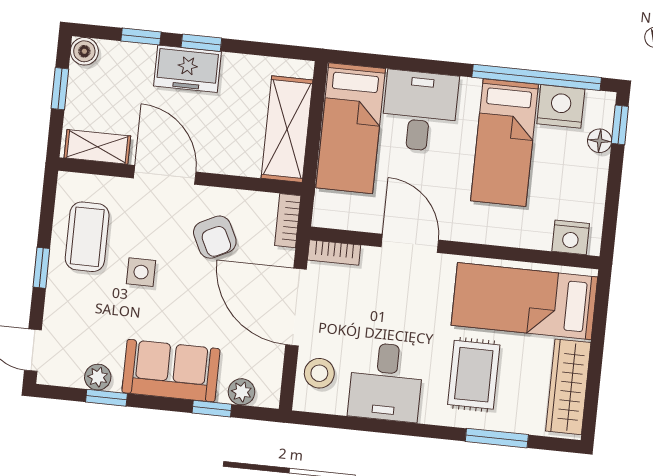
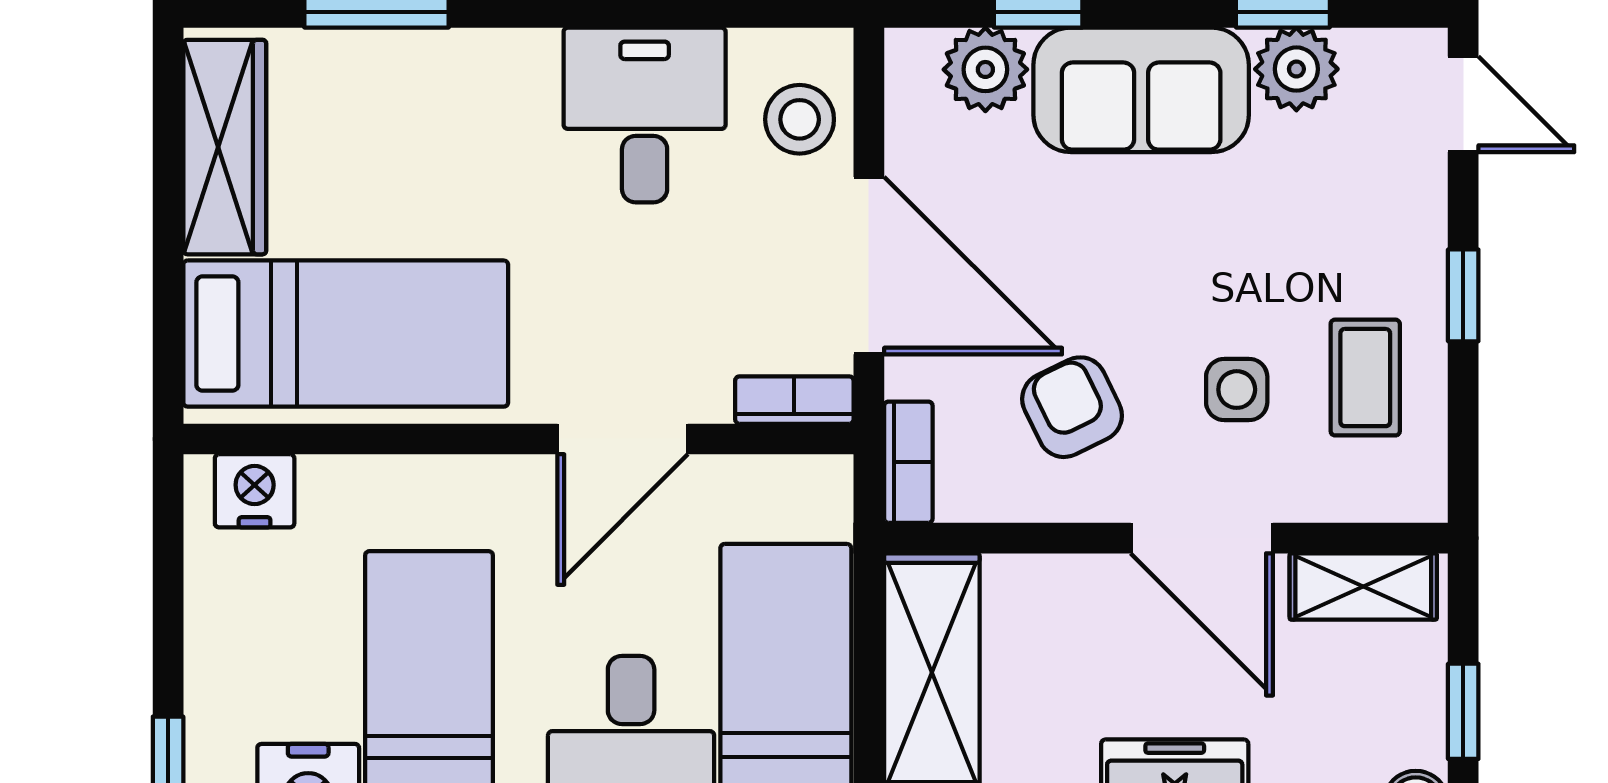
floor lamp: (600, 141) -> (211, 720), removed
coffee table: (87, 237) -> (1365, 378), width x0.73, depth x0.77
door: (410, 243) -> (623, 439), hinge flipped
side table: (141, 272) -> (1237, 390), moved
rug: (474, 375) -> (444, 153), removed
plant: (98, 377) -> (1296, 69), width x1.38, depth x1.38
plant: (241, 392) -> (985, 69), width x1.38, depth x1.38

